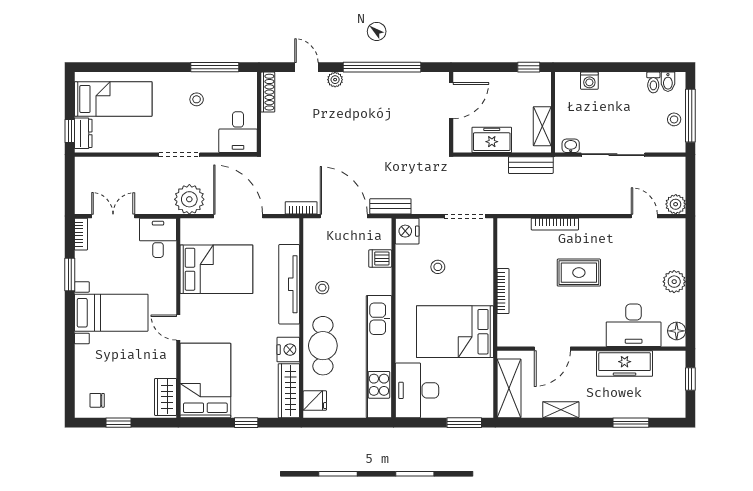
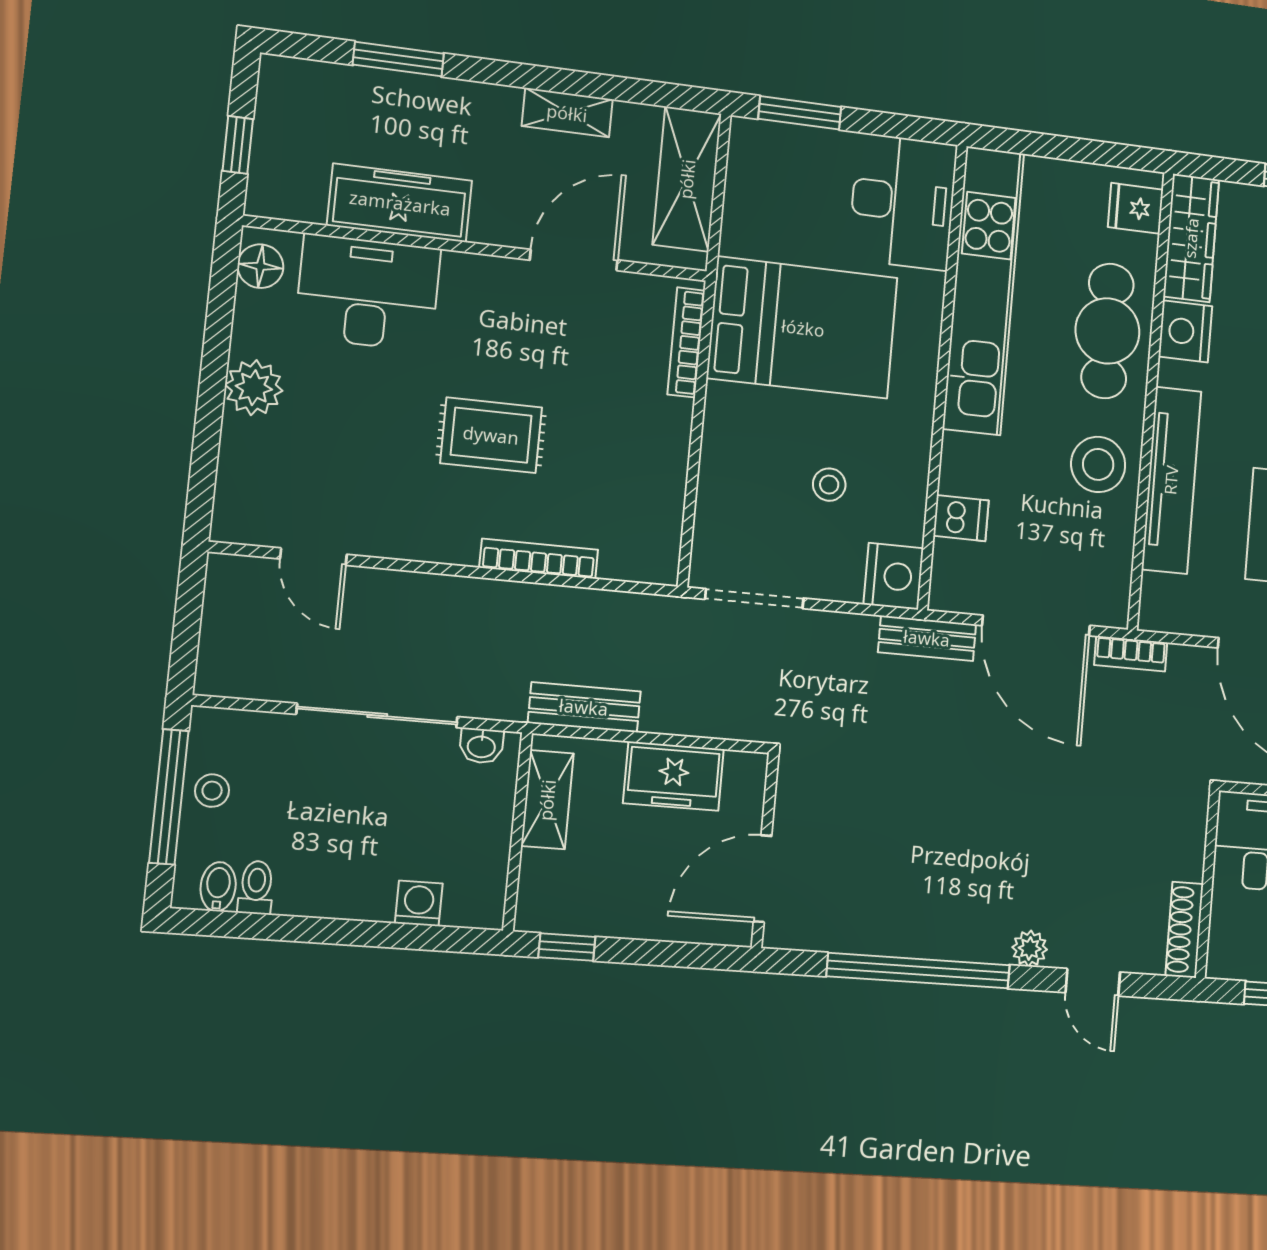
plant: (676, 204) -> (230, 578), removed
stool: (322, 288) -> (1098, 464), width x1.89, depth x1.89
bookcase: (503, 291) -> (686, 342), moved

